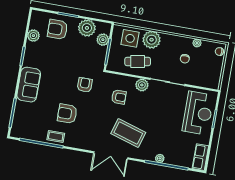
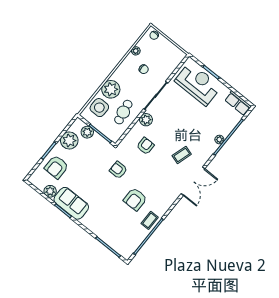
sofa: (29, 85) -> (71, 203), moved
coffee table: (128, 133) -> (182, 155), width x0.54, depth x0.58

